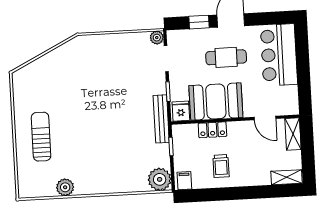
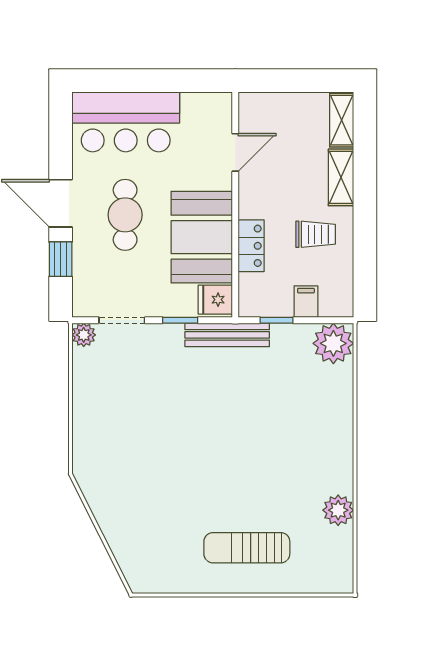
shelving: (293, 134) -> (341, 177), moved, turned 90
filing cabinet: (184, 181) -> (306, 302), moved, turned 90

